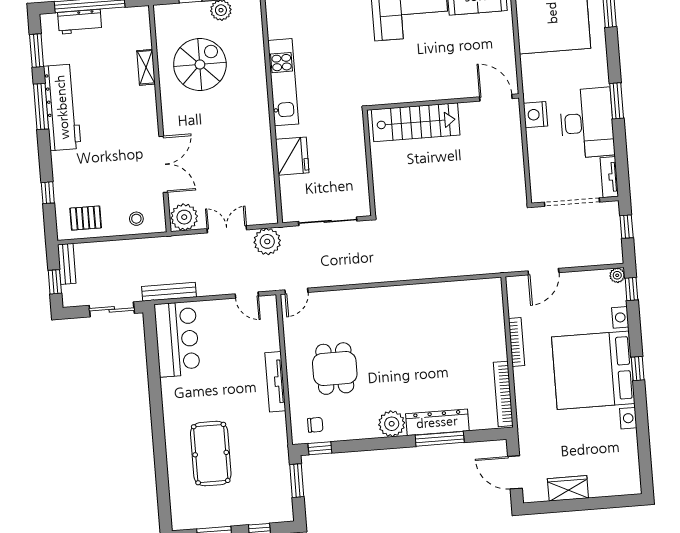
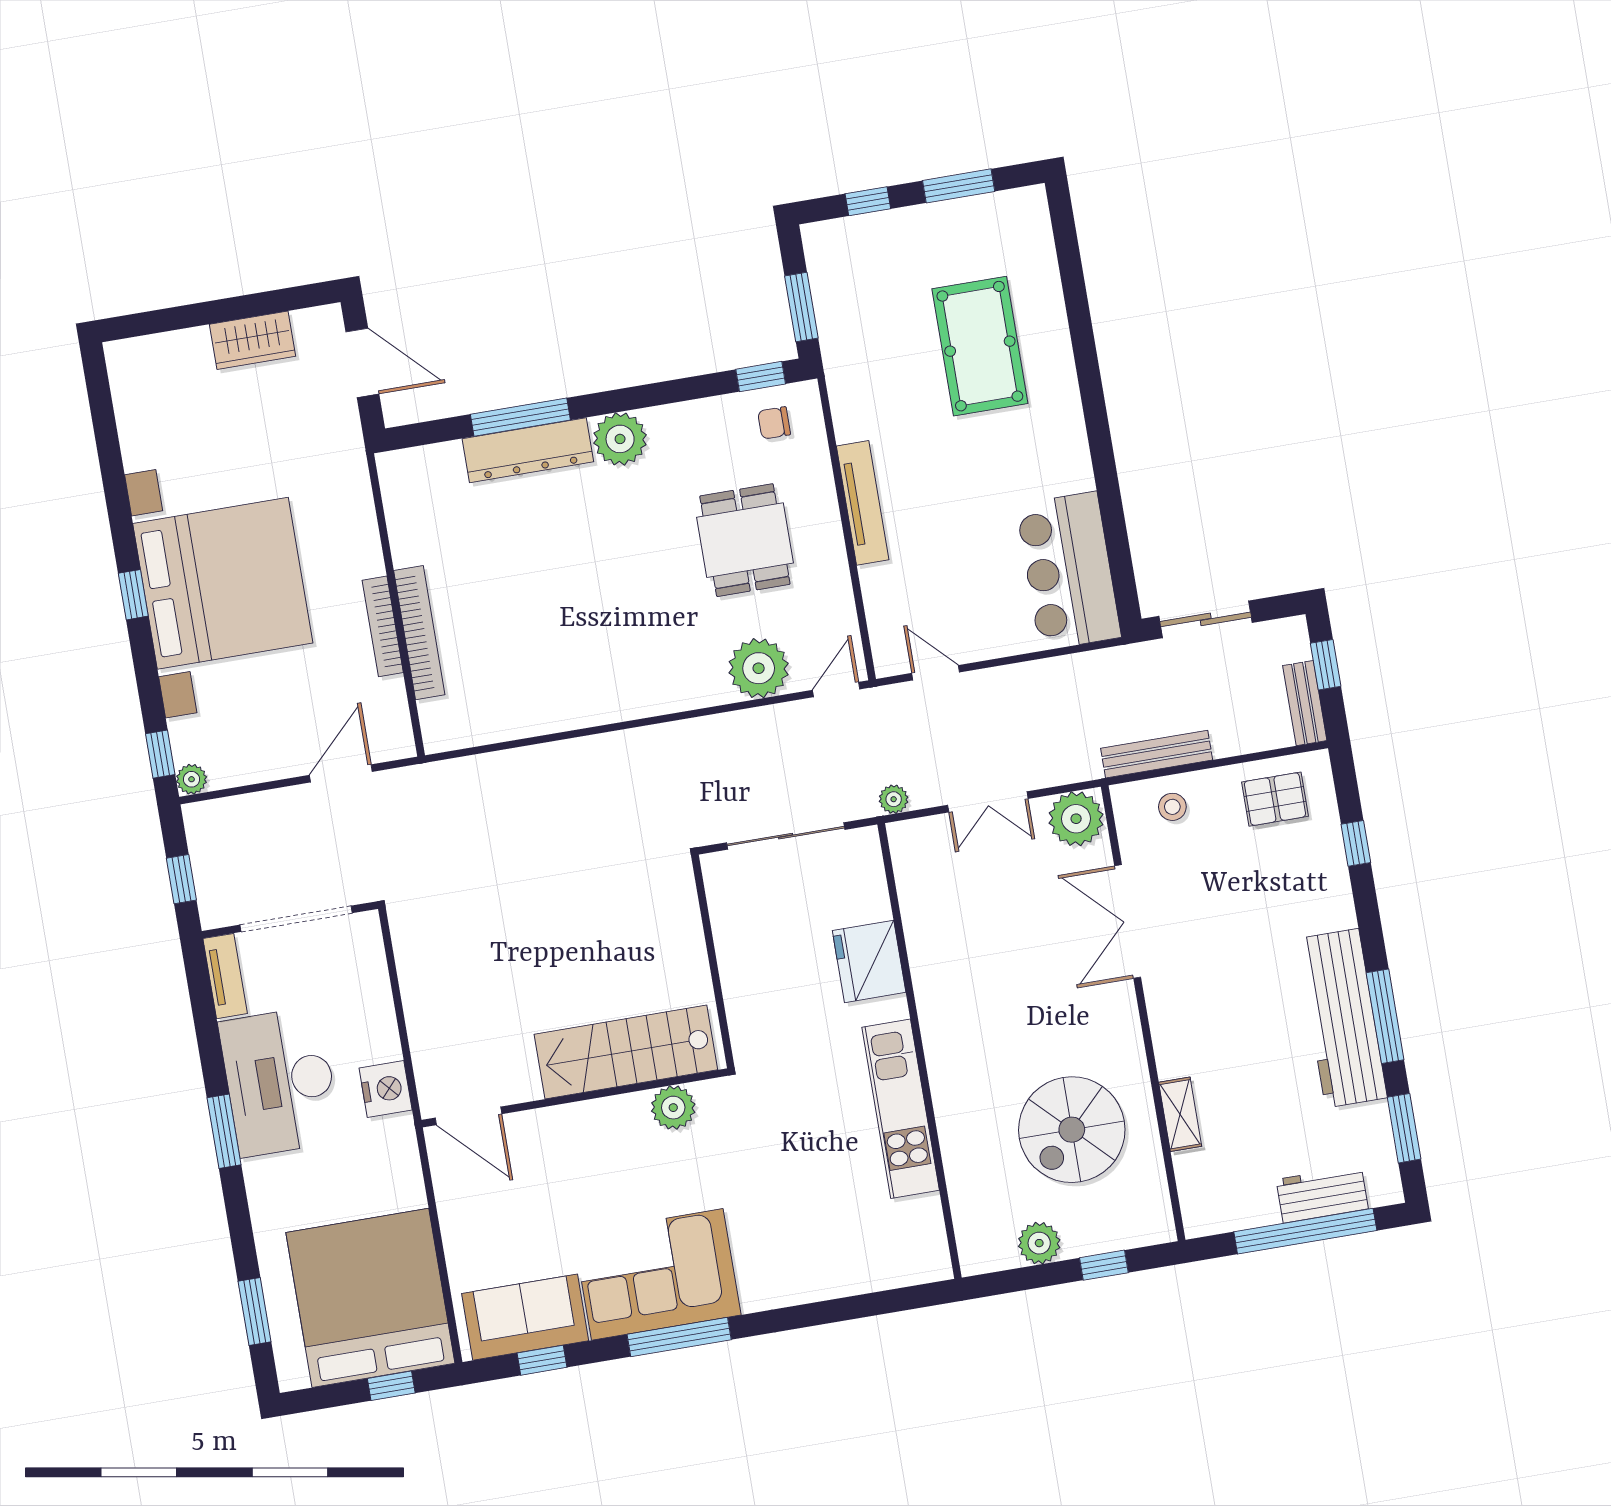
plant: (395, 93) -> (673, 1108), added
plant: (267, 241) -> (894, 799), width x0.53, depth x0.53
bench: (169, 292) -> (1157, 754), moved
plant: (334, 305) -> (759, 668), added
bookcase: (503, 394) -> (419, 633), moved

